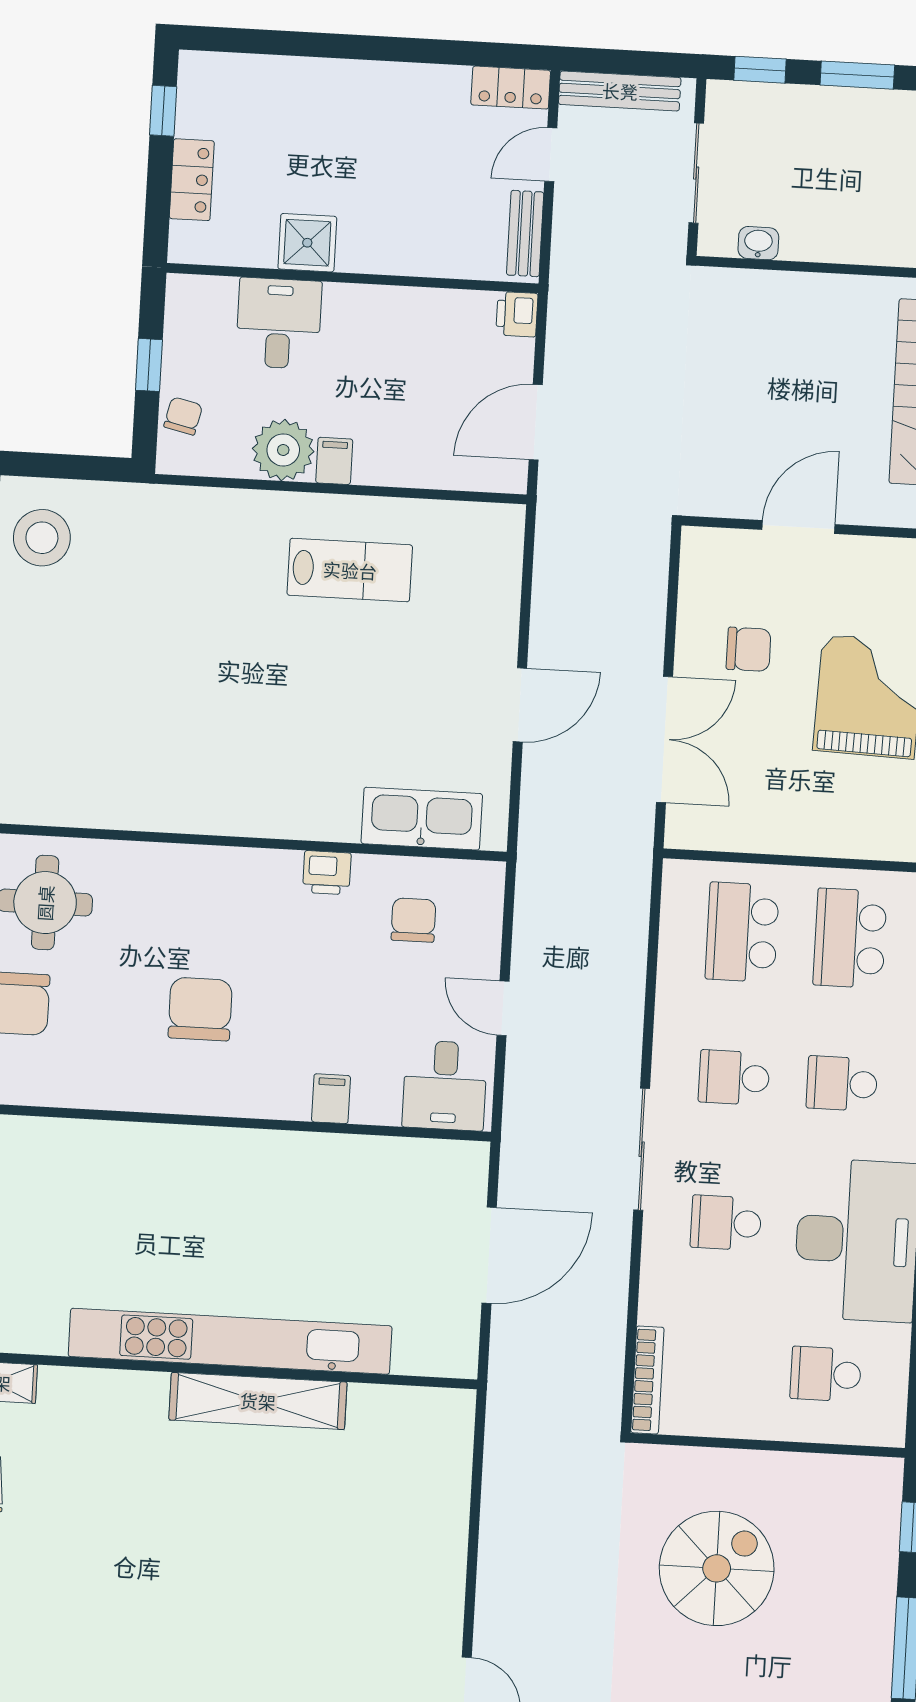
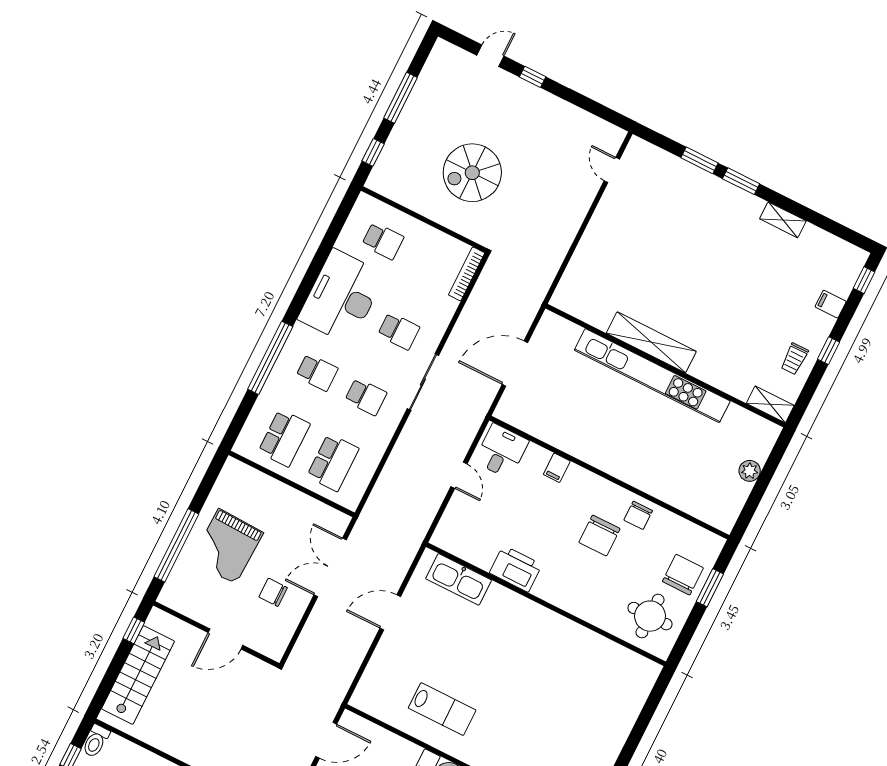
lab bench: (350, 570) -> (442, 709), turned 180
printer: (327, 873) -> (516, 569), width x1.87, depth x1.48
chair: (413, 920) -> (638, 515), moved

